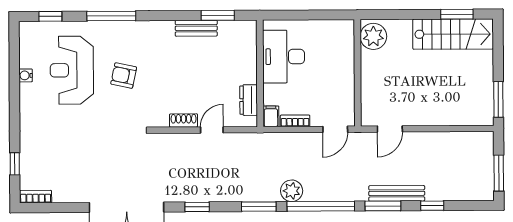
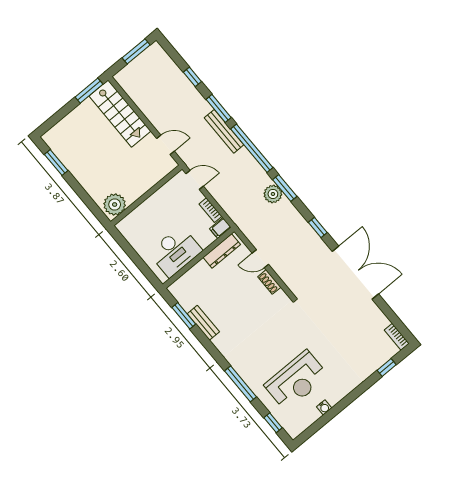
stairs: (453, 34) -> (120, 114), moved, turned 180
armchair: (124, 76) -> (272, 344), removed
dresser: (249, 100) -> (222, 251), width x1.44
plant: (292, 191) -> (273, 194), moved
bench: (397, 193) -> (224, 131), moved

